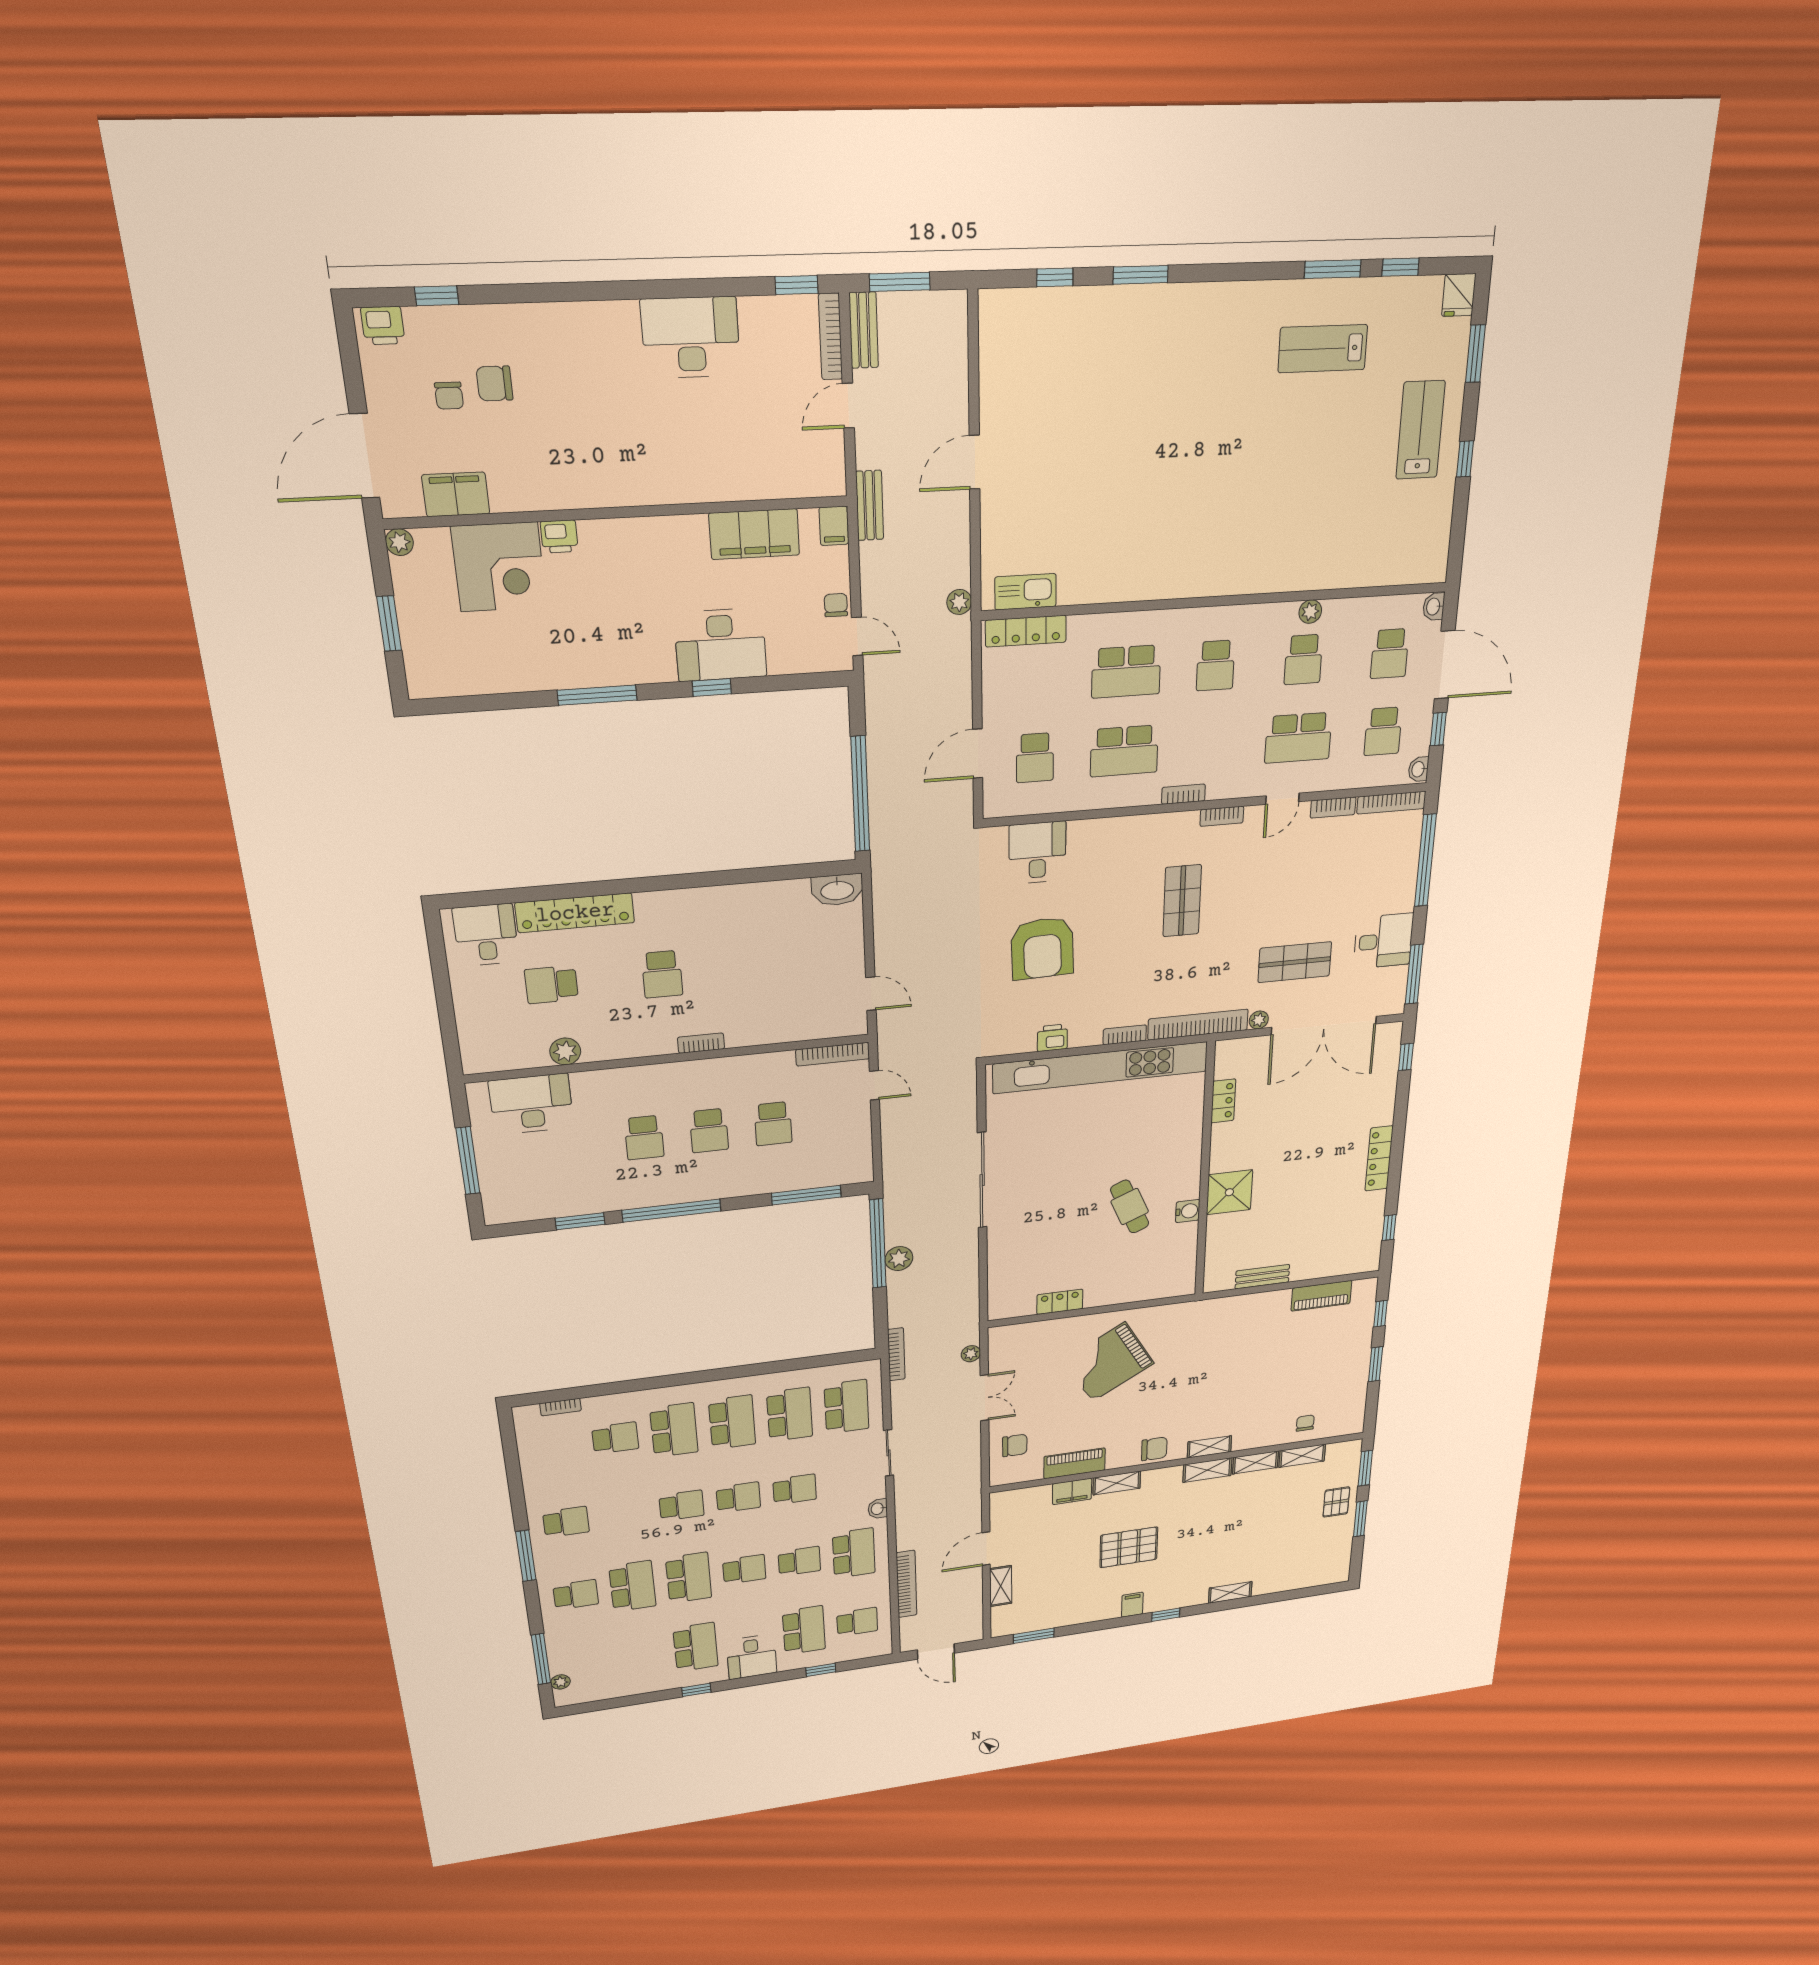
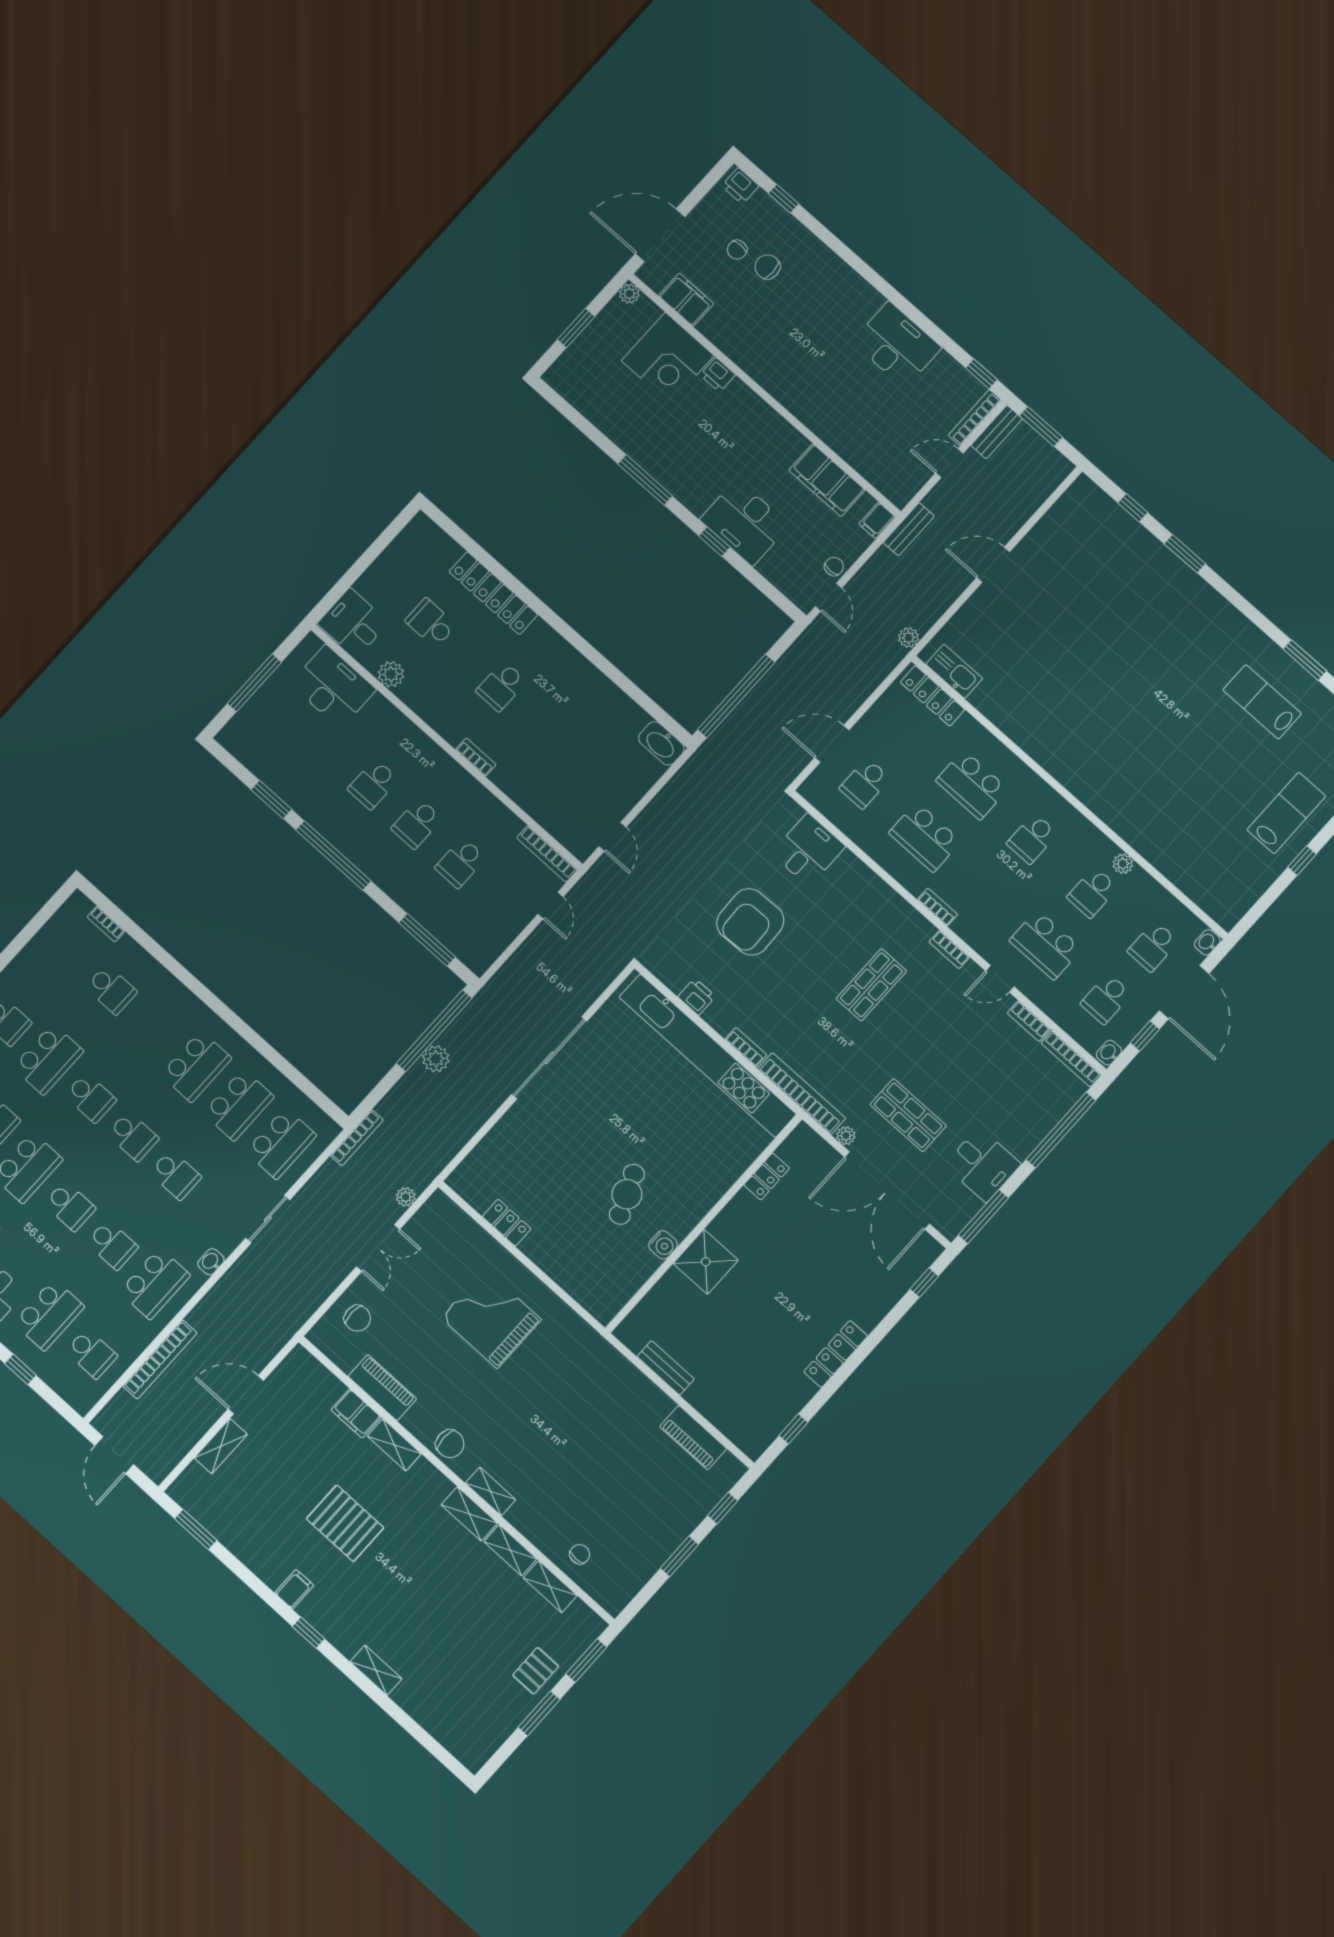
desk: (486, 935) -> (353, 623), moved, turned -90
grand piano: (1109, 1362) -> (491, 1319), turned 30
school desk: (674, 1430) -> (48, 1059), moved

